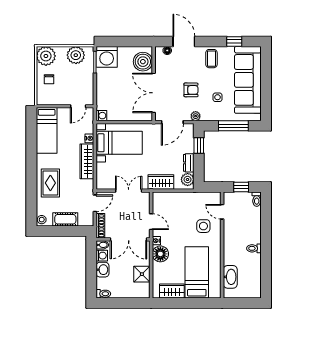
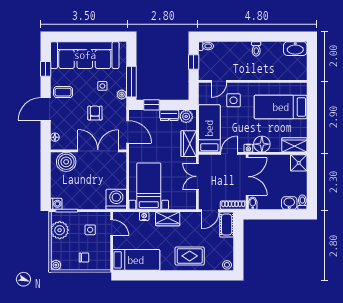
door: (184, 41) -> (46, 109), moved
plant: (46, 56) -> (56, 265), width x0.53, depth x0.53
washing machine: (107, 57) -> (56, 204), width x0.53, depth x0.53
side table: (76, 85) -> (90, 230), added
double door: (154, 93) -> (98, 151), swing flipped
washing machine: (101, 116) -> (116, 199), width x1.89, depth x1.89
plant: (196, 116) -> (122, 95), moved
window: (233, 126) -> (131, 82), moved
wardrobe: (87, 161) -> (168, 219), width x0.67
bed: (176, 202) -> (209, 128), added
door: (95, 203) -> (210, 211), swing flipped
cot: (65, 219) -> (227, 225), moved
washing machine: (102, 256) -> (264, 204), removed
washbasin: (102, 270) -> (289, 203), moved
shower: (142, 274) -> (299, 163), moved
washbasin: (230, 277) -> (295, 49), moved, turned 180
wardrobe: (172, 291) -> (294, 145), moved, turned 90

